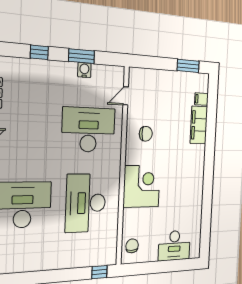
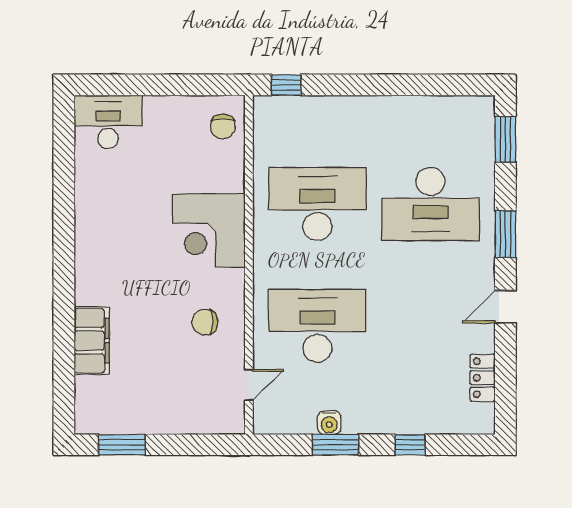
filing cabinet: (201, 99) -> (89, 388), removed
desk: (89, 130) -> (317, 326), turned 180
desk: (86, 203) -> (317, 204), turned -90
desk: (174, 246) -> (108, 122), moved

